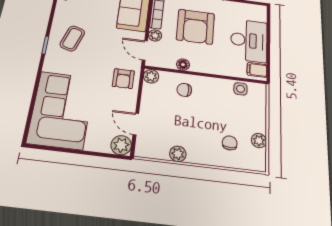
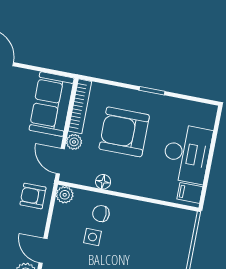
armchair: (196, 27) -> (124, 132), turned 90
armchair: (123, 79) -> (33, 196), turned 90
side table: (241, 89) -> (93, 237), moved

